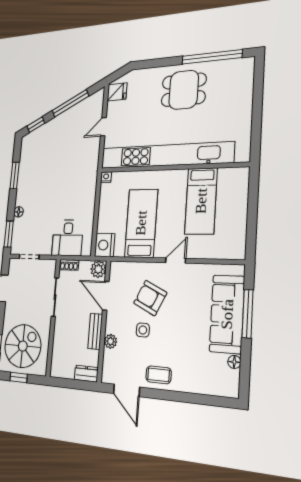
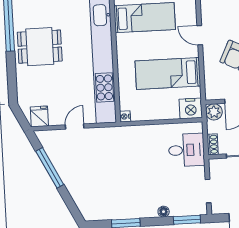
dining table: (184, 90) -> (40, 47), turned 90
window: (36, 125) -> (72, 206), removed
door: (103, 127) -> (75, 127), swing flipped

